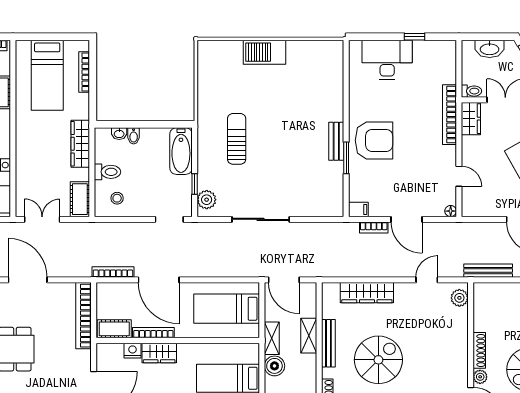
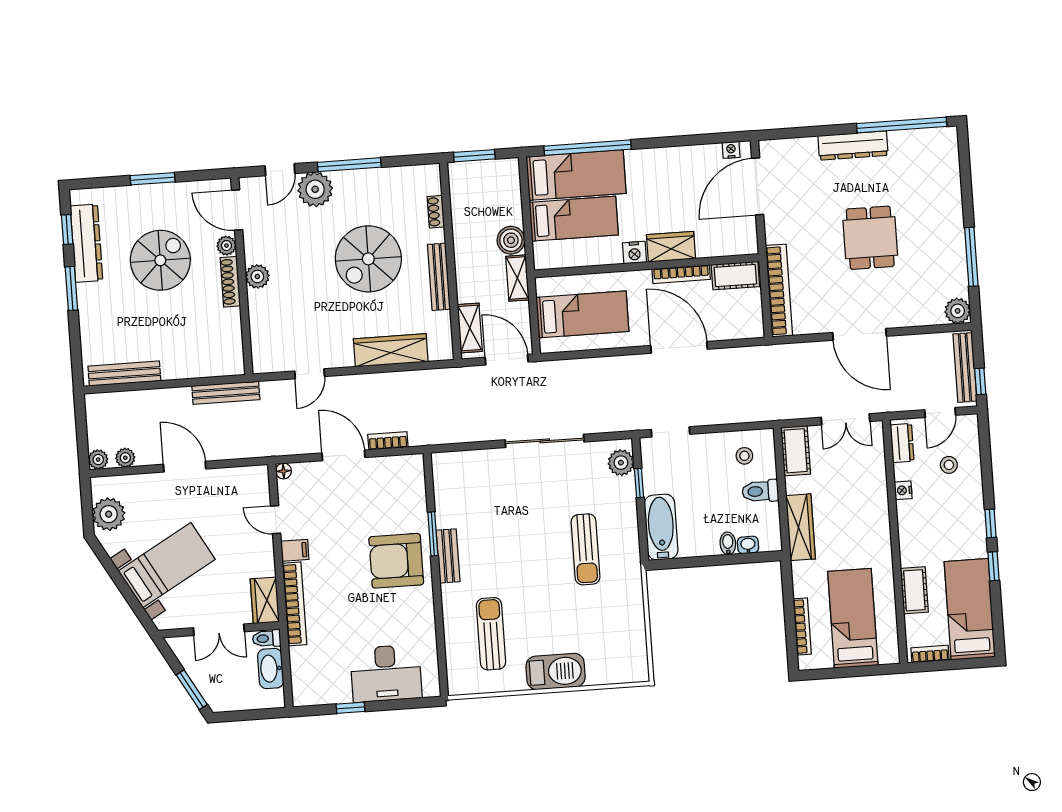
washbasin: (490, 49) -> (271, 669), moved, turned -90
sun lounger: (309, 83) -> (491, 634), added
filing cabinet: (358, 209) -> (295, 550), moved, turned 180
bookcase: (113, 272) -> (743, 354), removed
plant: (459, 298) -> (257, 276), moved
shelving: (309, 336) -> (470, 328), moved
nightstand: (133, 351) -> (634, 253), moved

